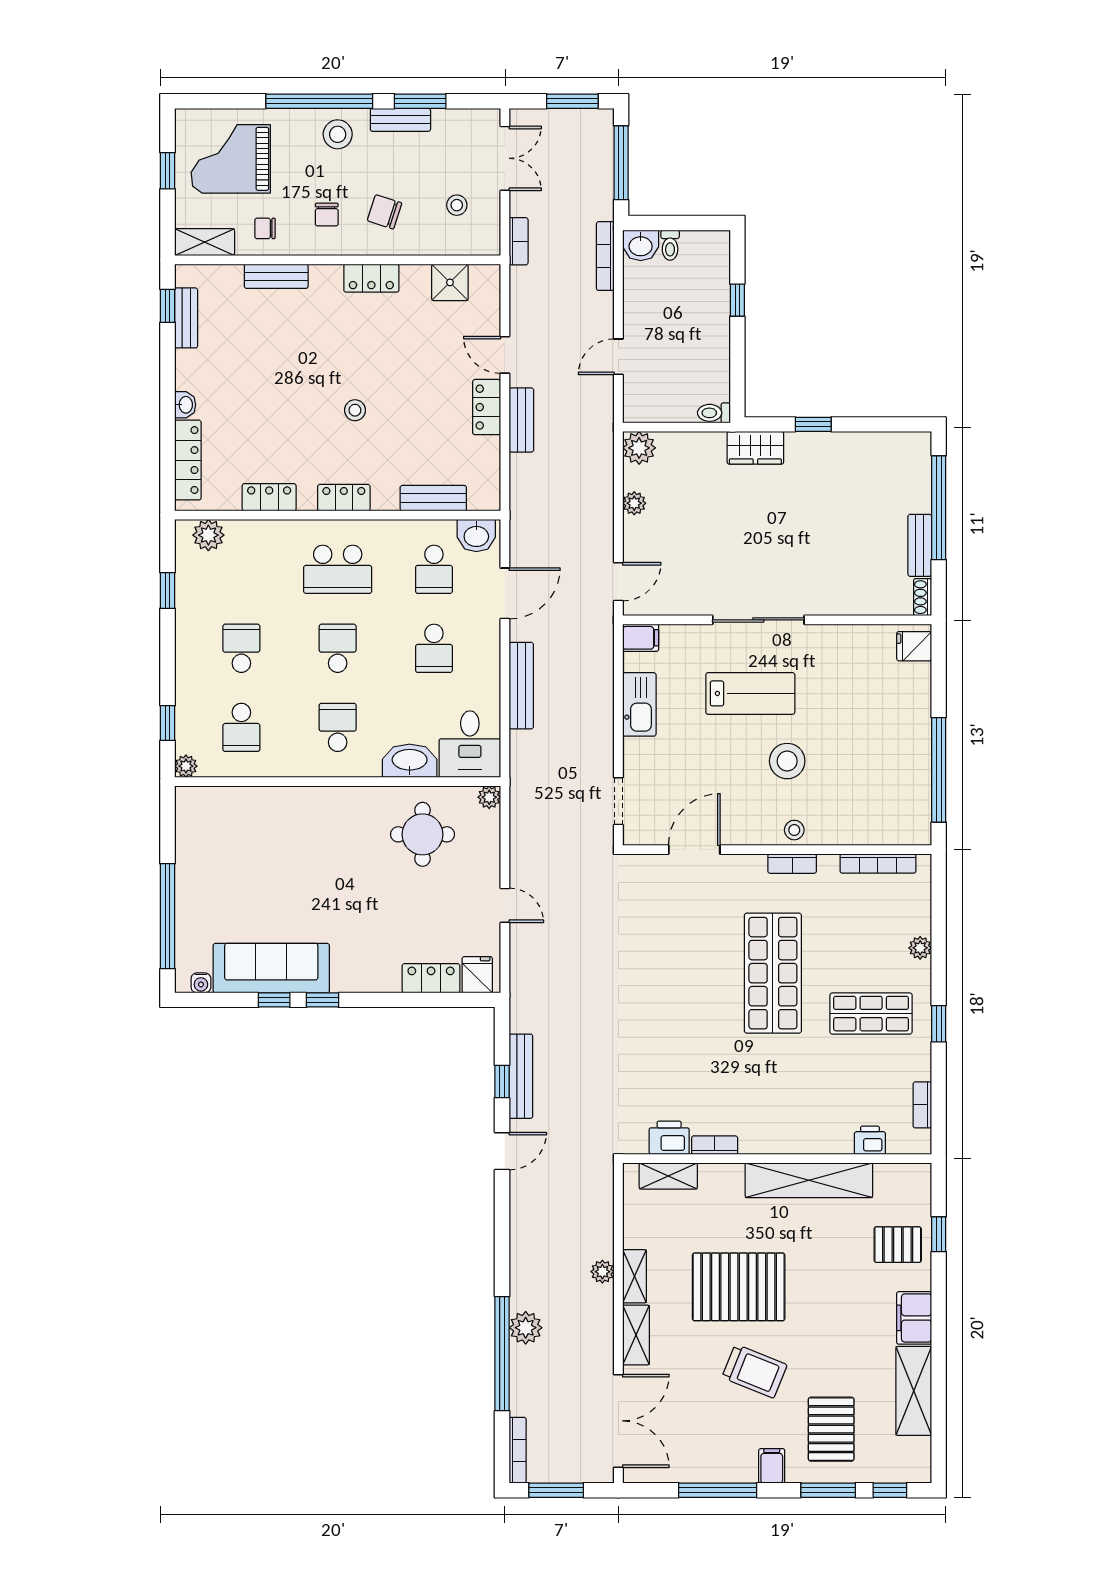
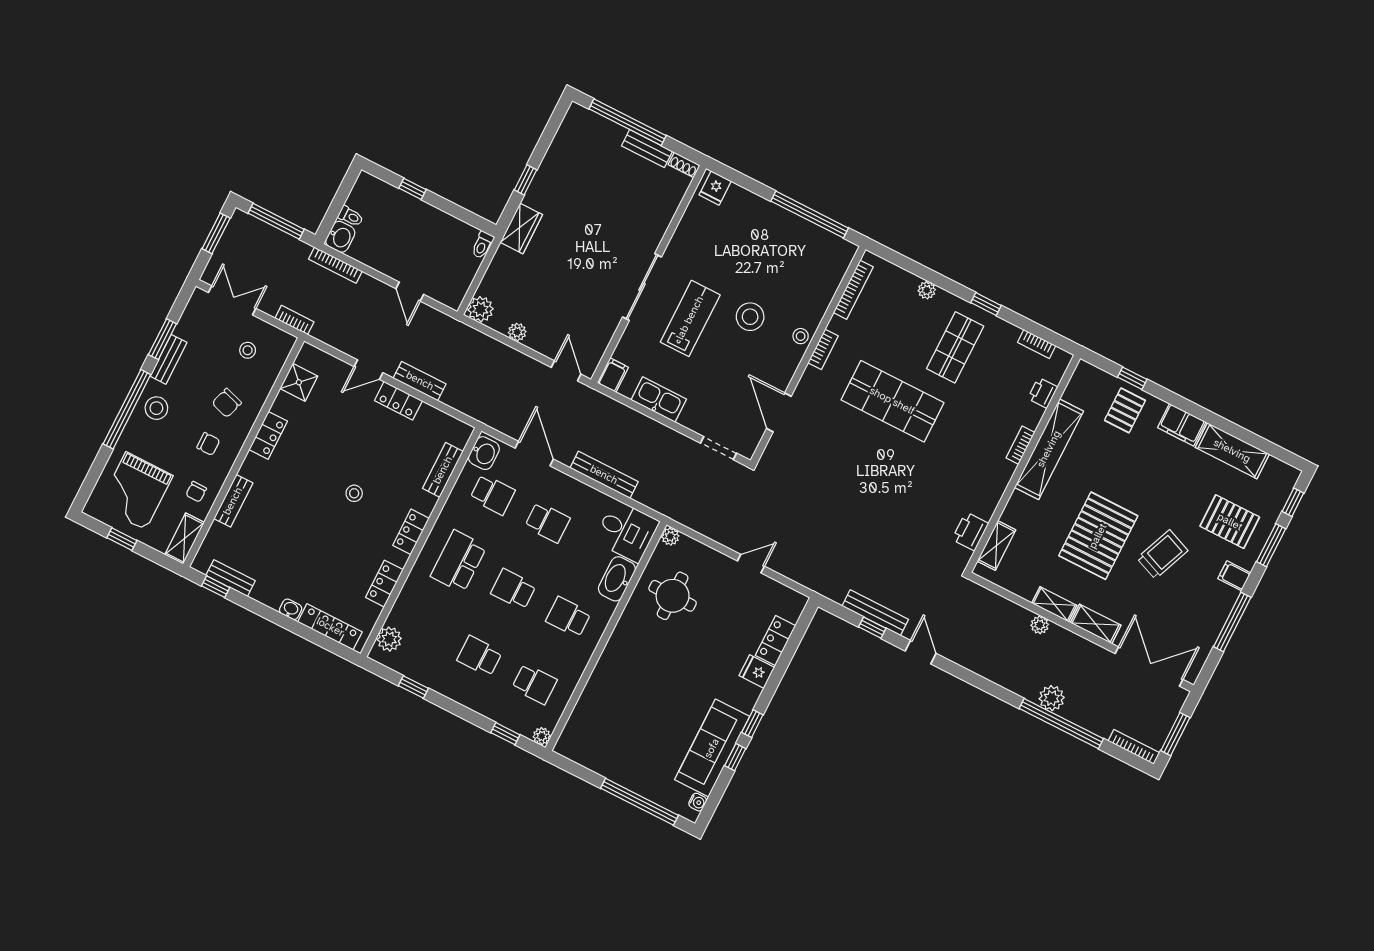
school desk: (338, 569) -> (459, 561), turned 180
fridge: (477, 975) -> (757, 671), moved
bookcase: (715, 1145) -> (1020, 445), moved

